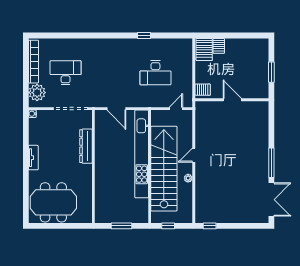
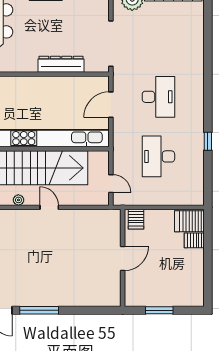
desk: (66, 73) -> (158, 97), moved

